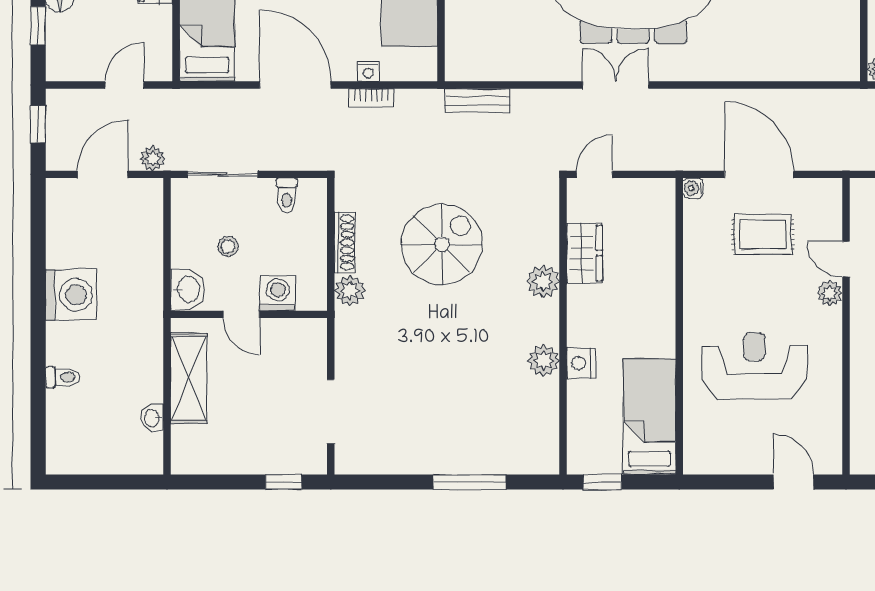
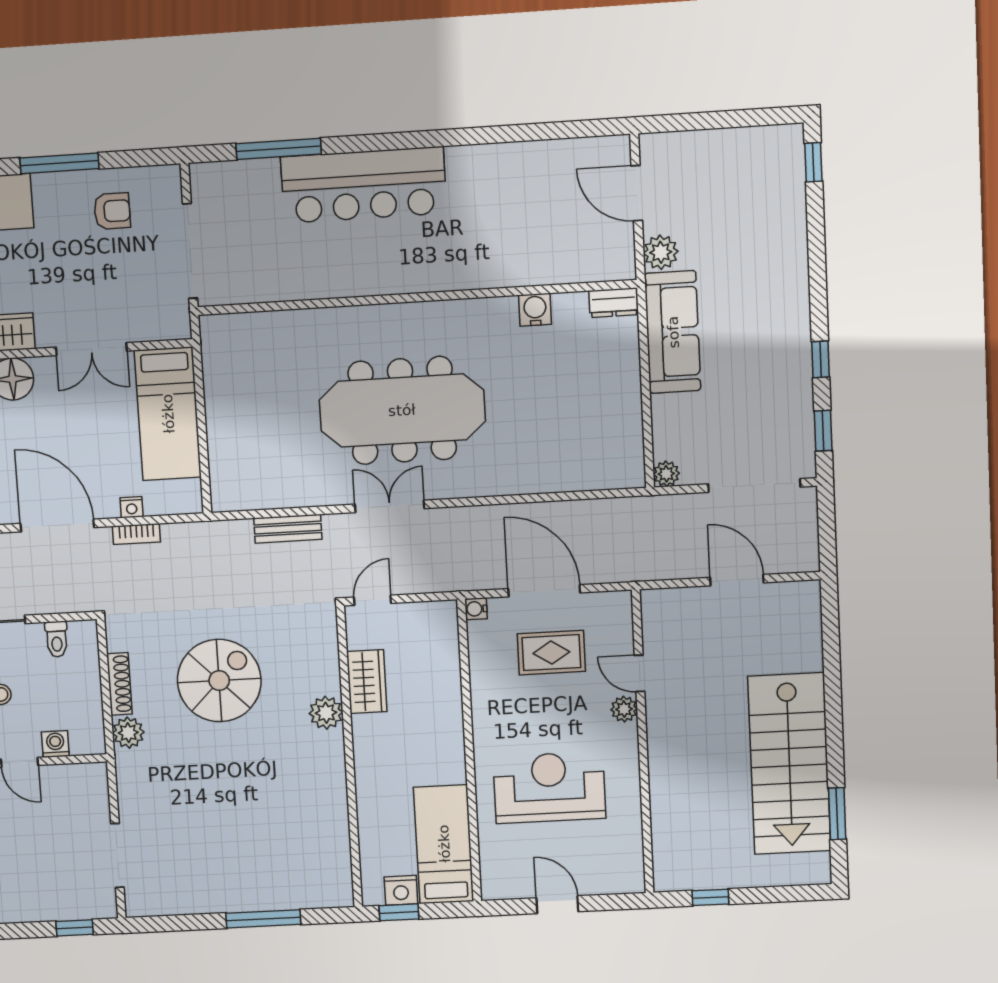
bench: (477, 101) -> (288, 529), moved
washing machine: (278, 293) -> (55, 744), width x0.73, depth x0.73
plant: (544, 361) -> (331, 793), removed
nightstand: (581, 363) -> (401, 890), moved, turned -90
door: (794, 482) -> (557, 905), moved

